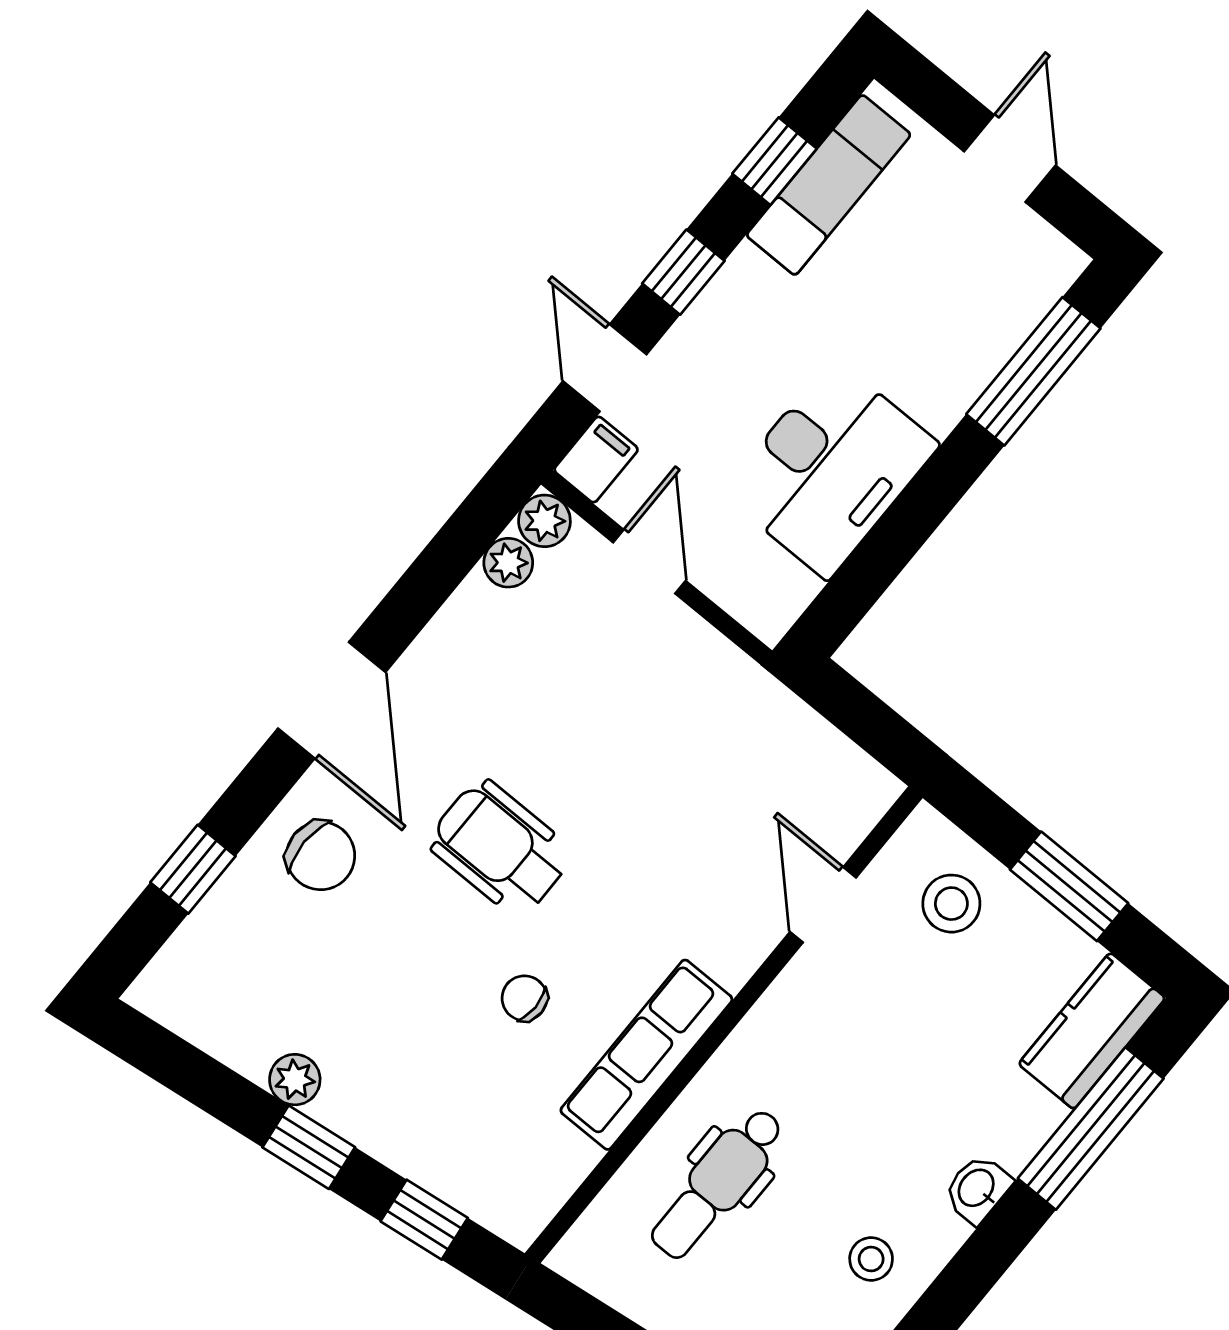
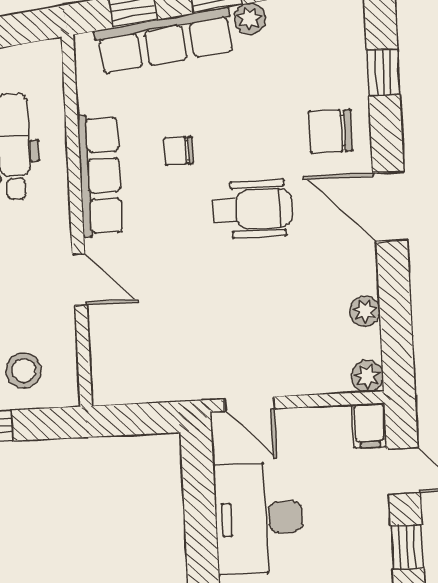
door: (649, 562) -> (249, 404), moved
plant: (508, 563) -> (365, 311), moved
door: (823, 905) -> (80, 280), moved
chair: (524, 998) -> (179, 151), turned 180
row of seats: (421, 1146) -> (165, 41), added

